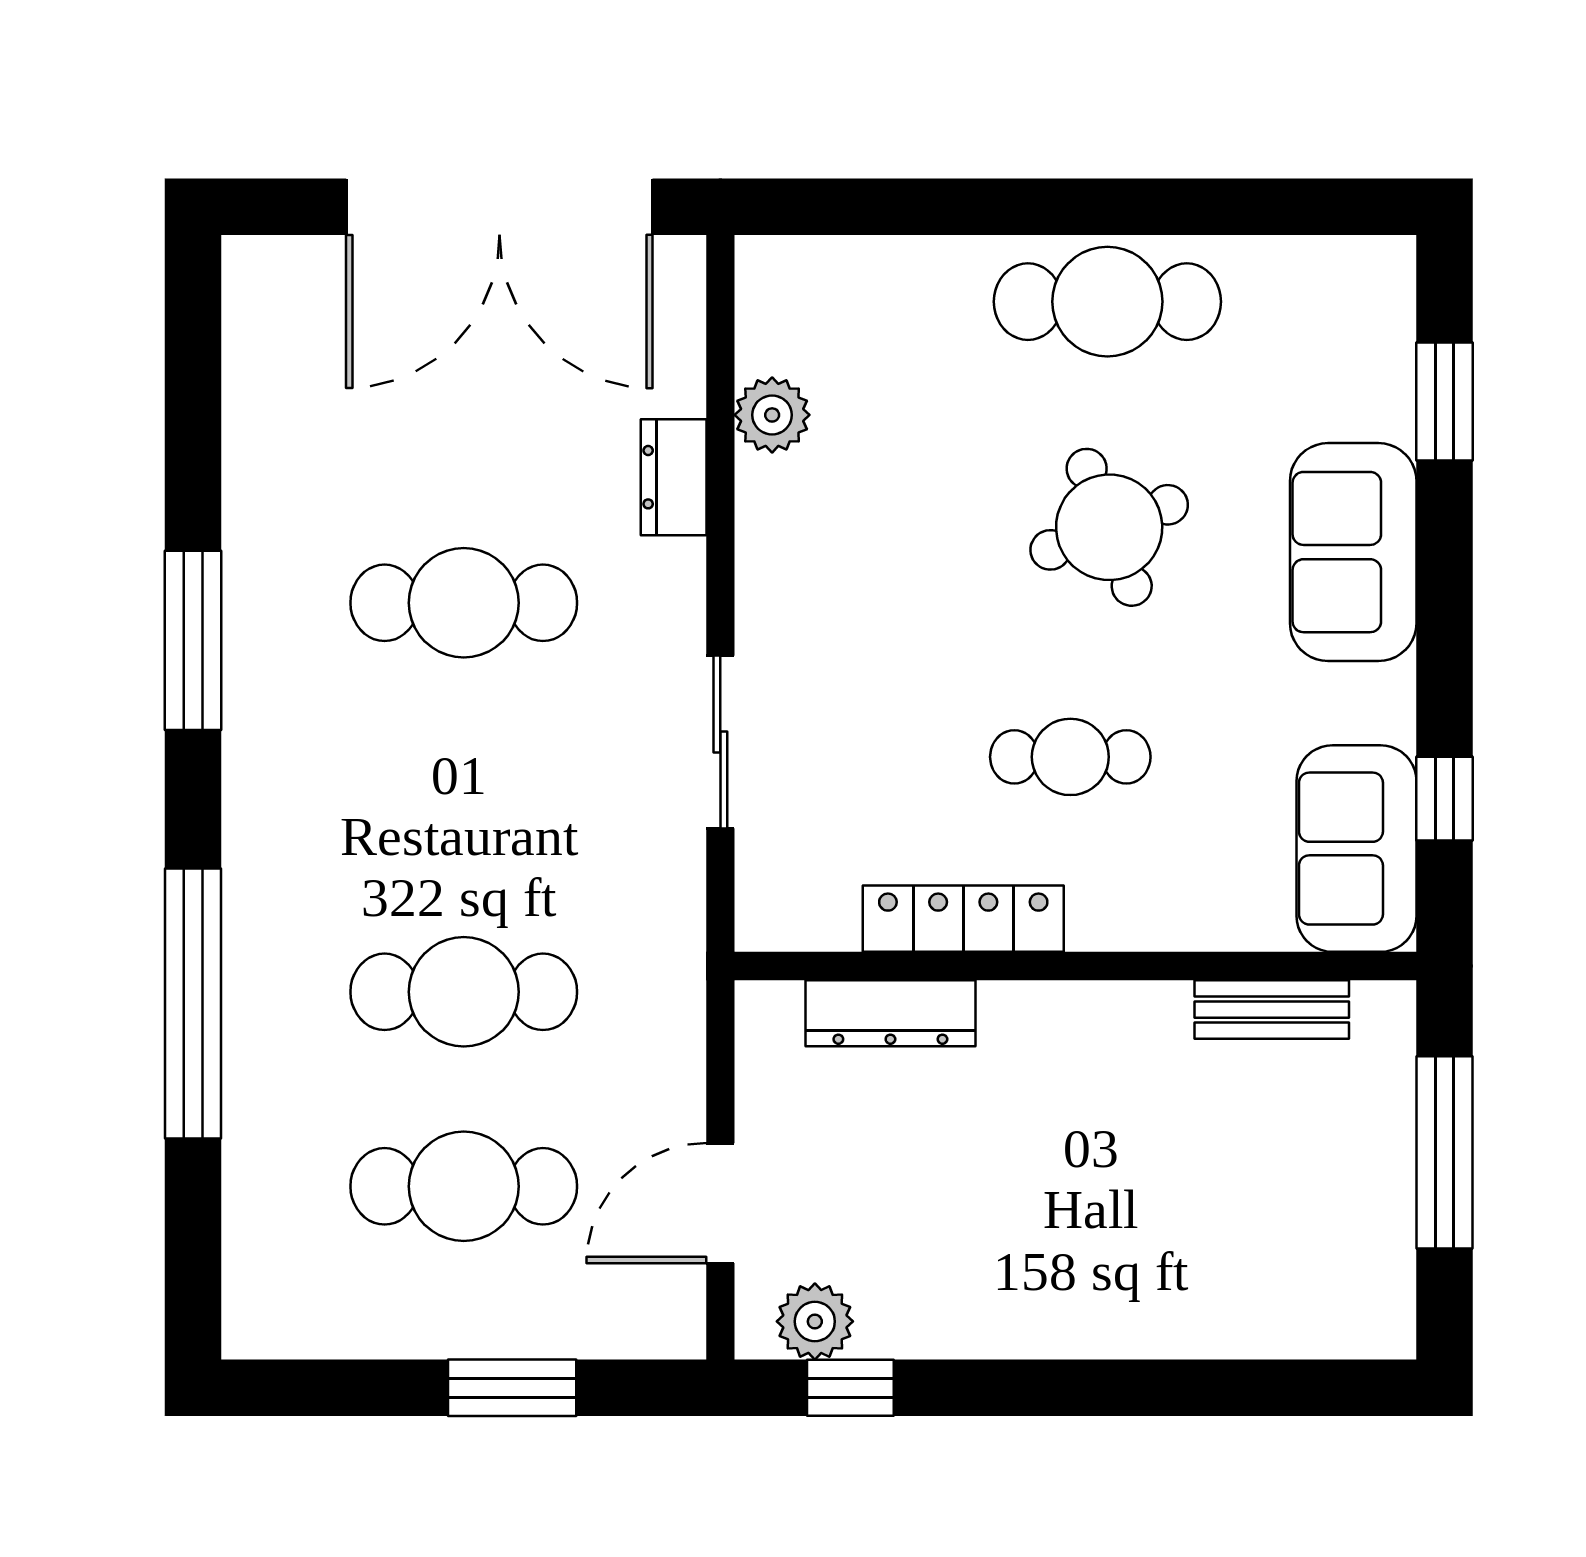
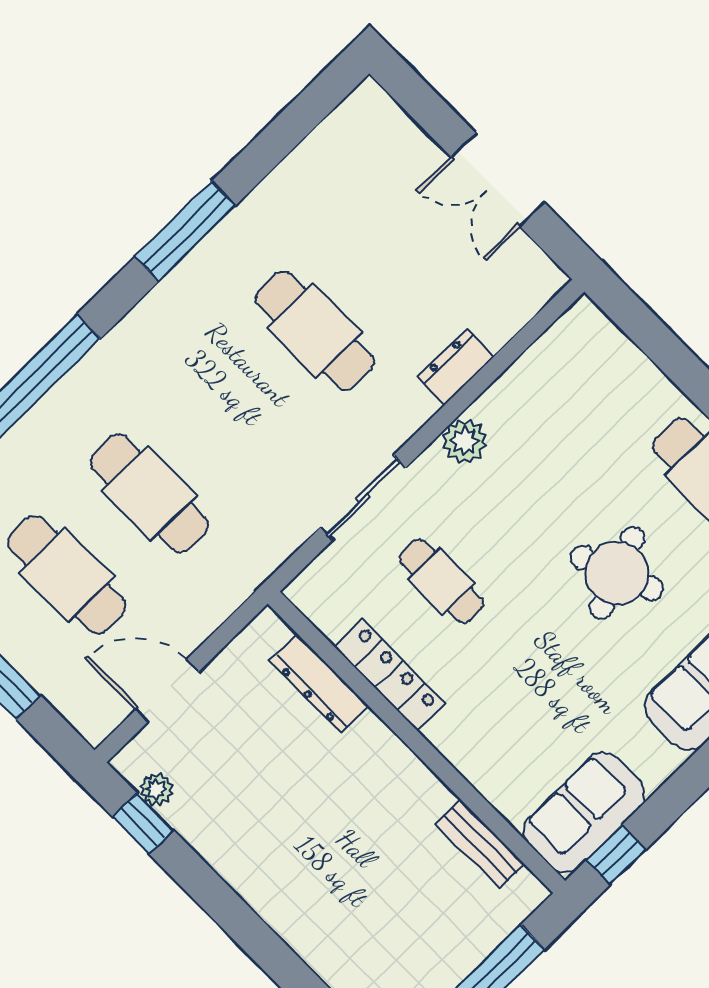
double door: (499, 207) -> (498, 180), width x0.54
plant: (772, 415) -> (464, 441), moved
cafe table: (1070, 757) -> (441, 581), moved
window: (1444, 799) -> (616, 855), moved
plant: (815, 1321) -> (156, 789), width x0.73, depth x0.73

